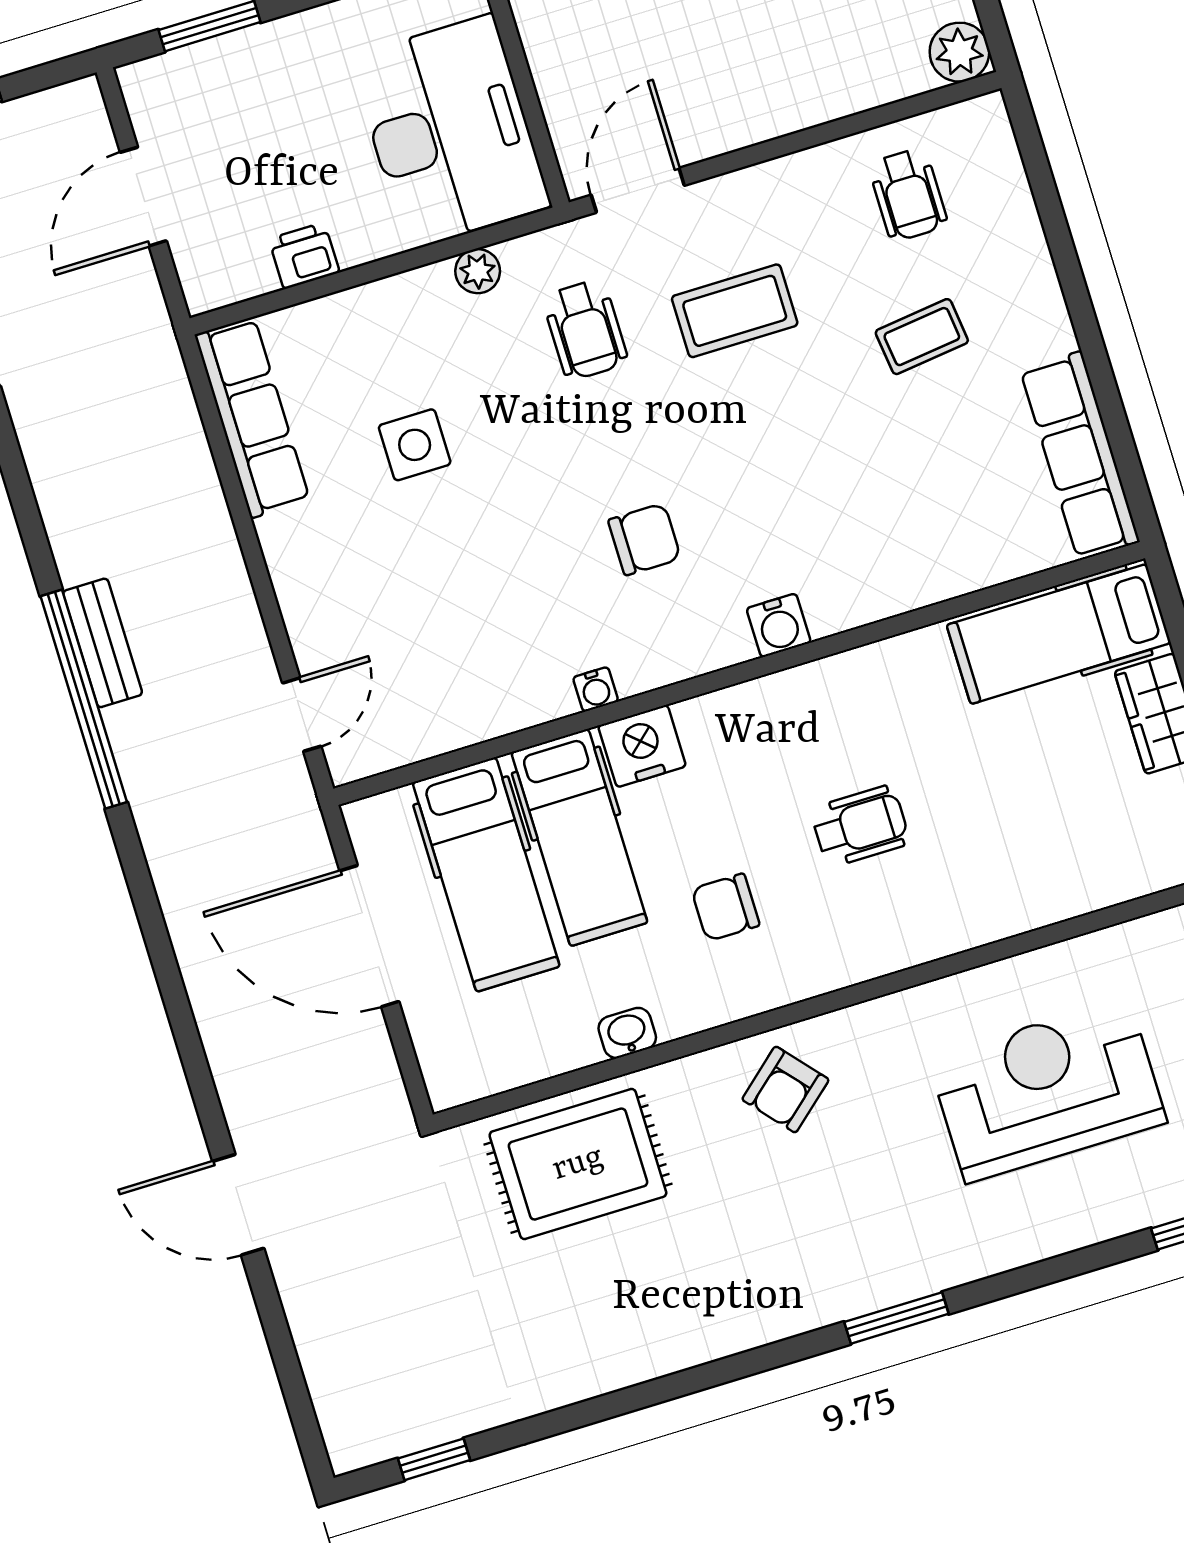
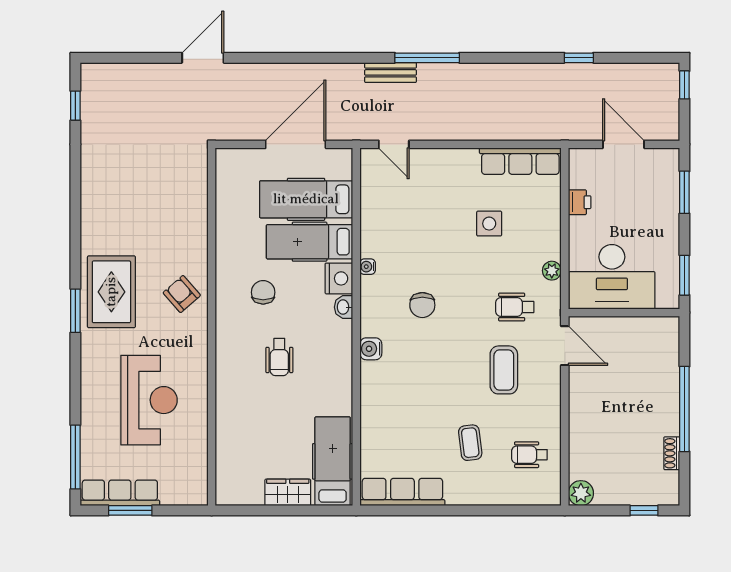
bench: (103, 643) -> (391, 72), moved
window: (84, 699) -> (427, 58), width x0.68
washbasin: (627, 1033) -> (344, 307), moved, turned 180
rug: (578, 1164) -> (111, 292), moved

